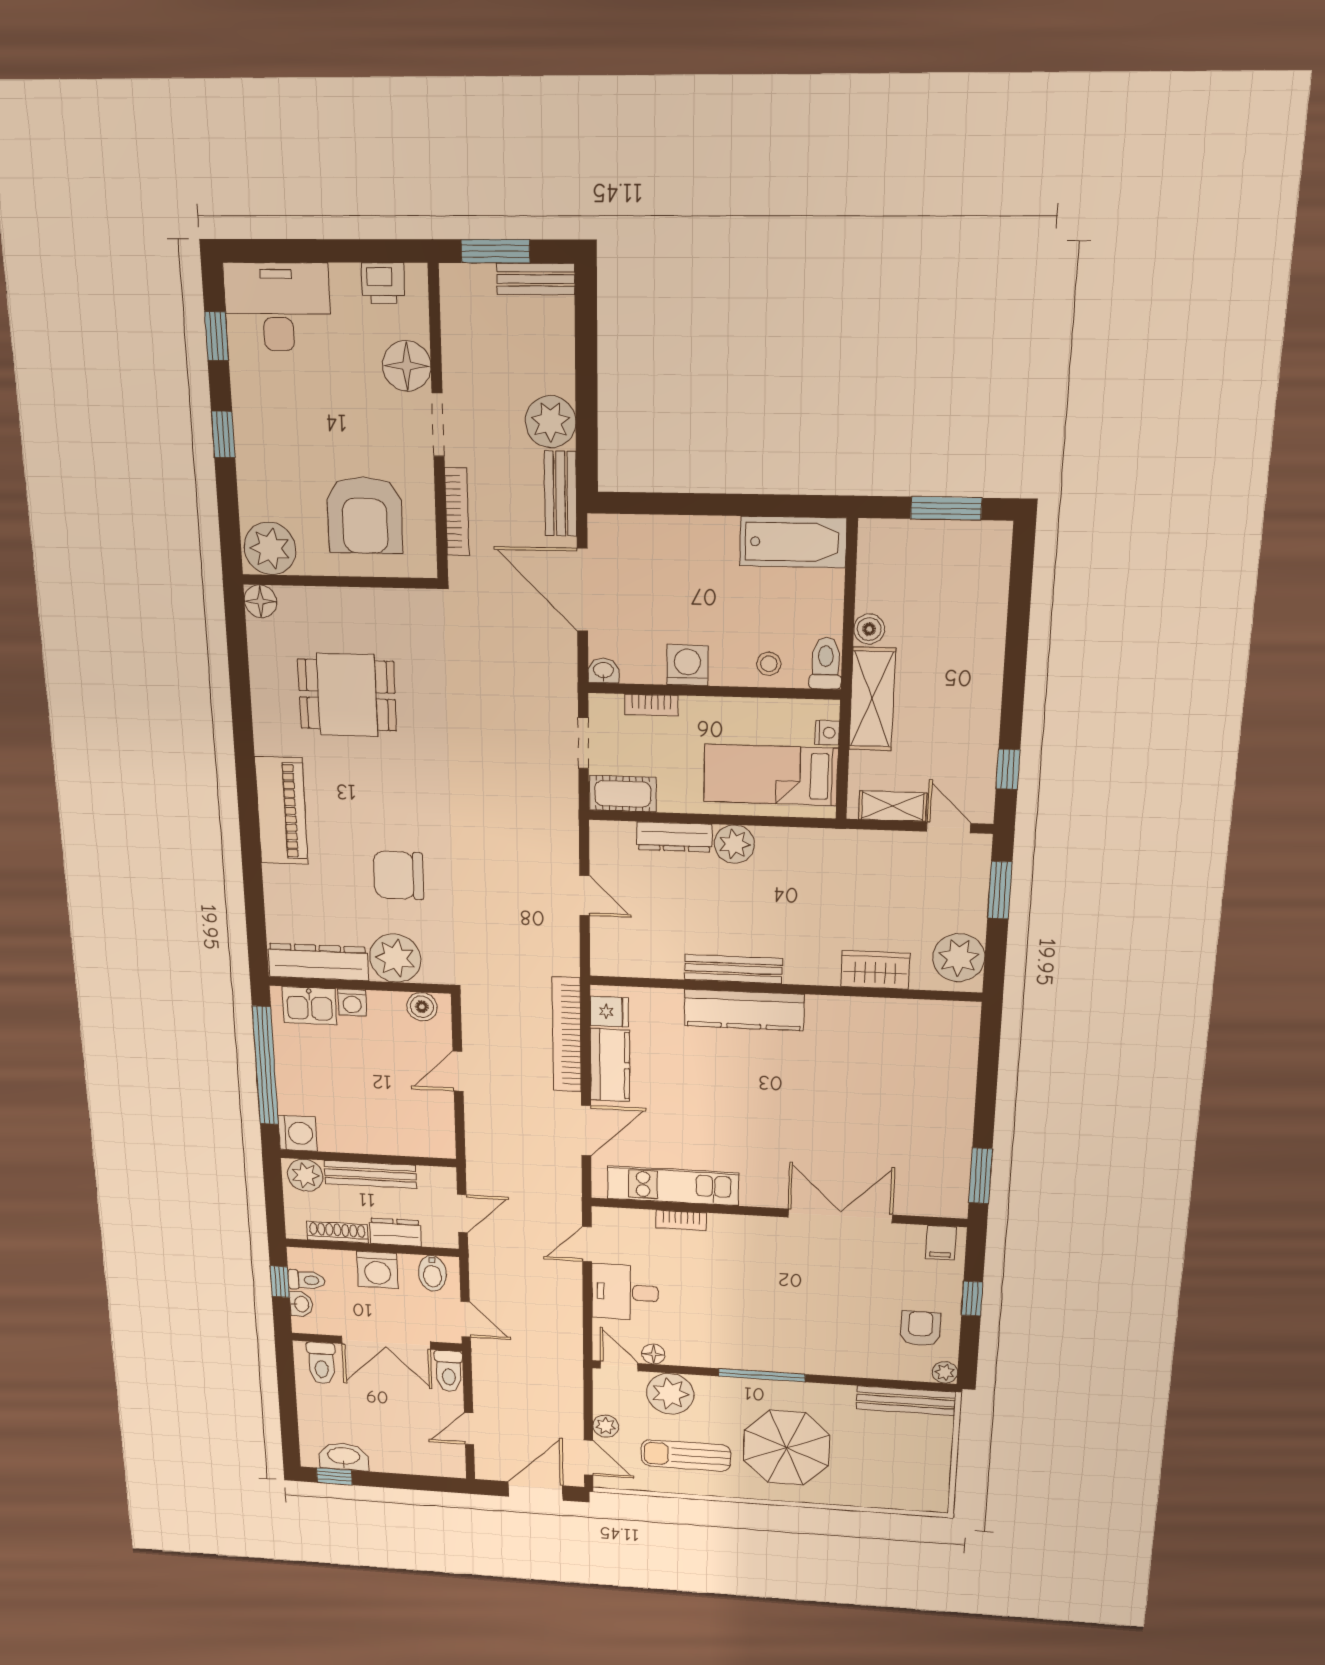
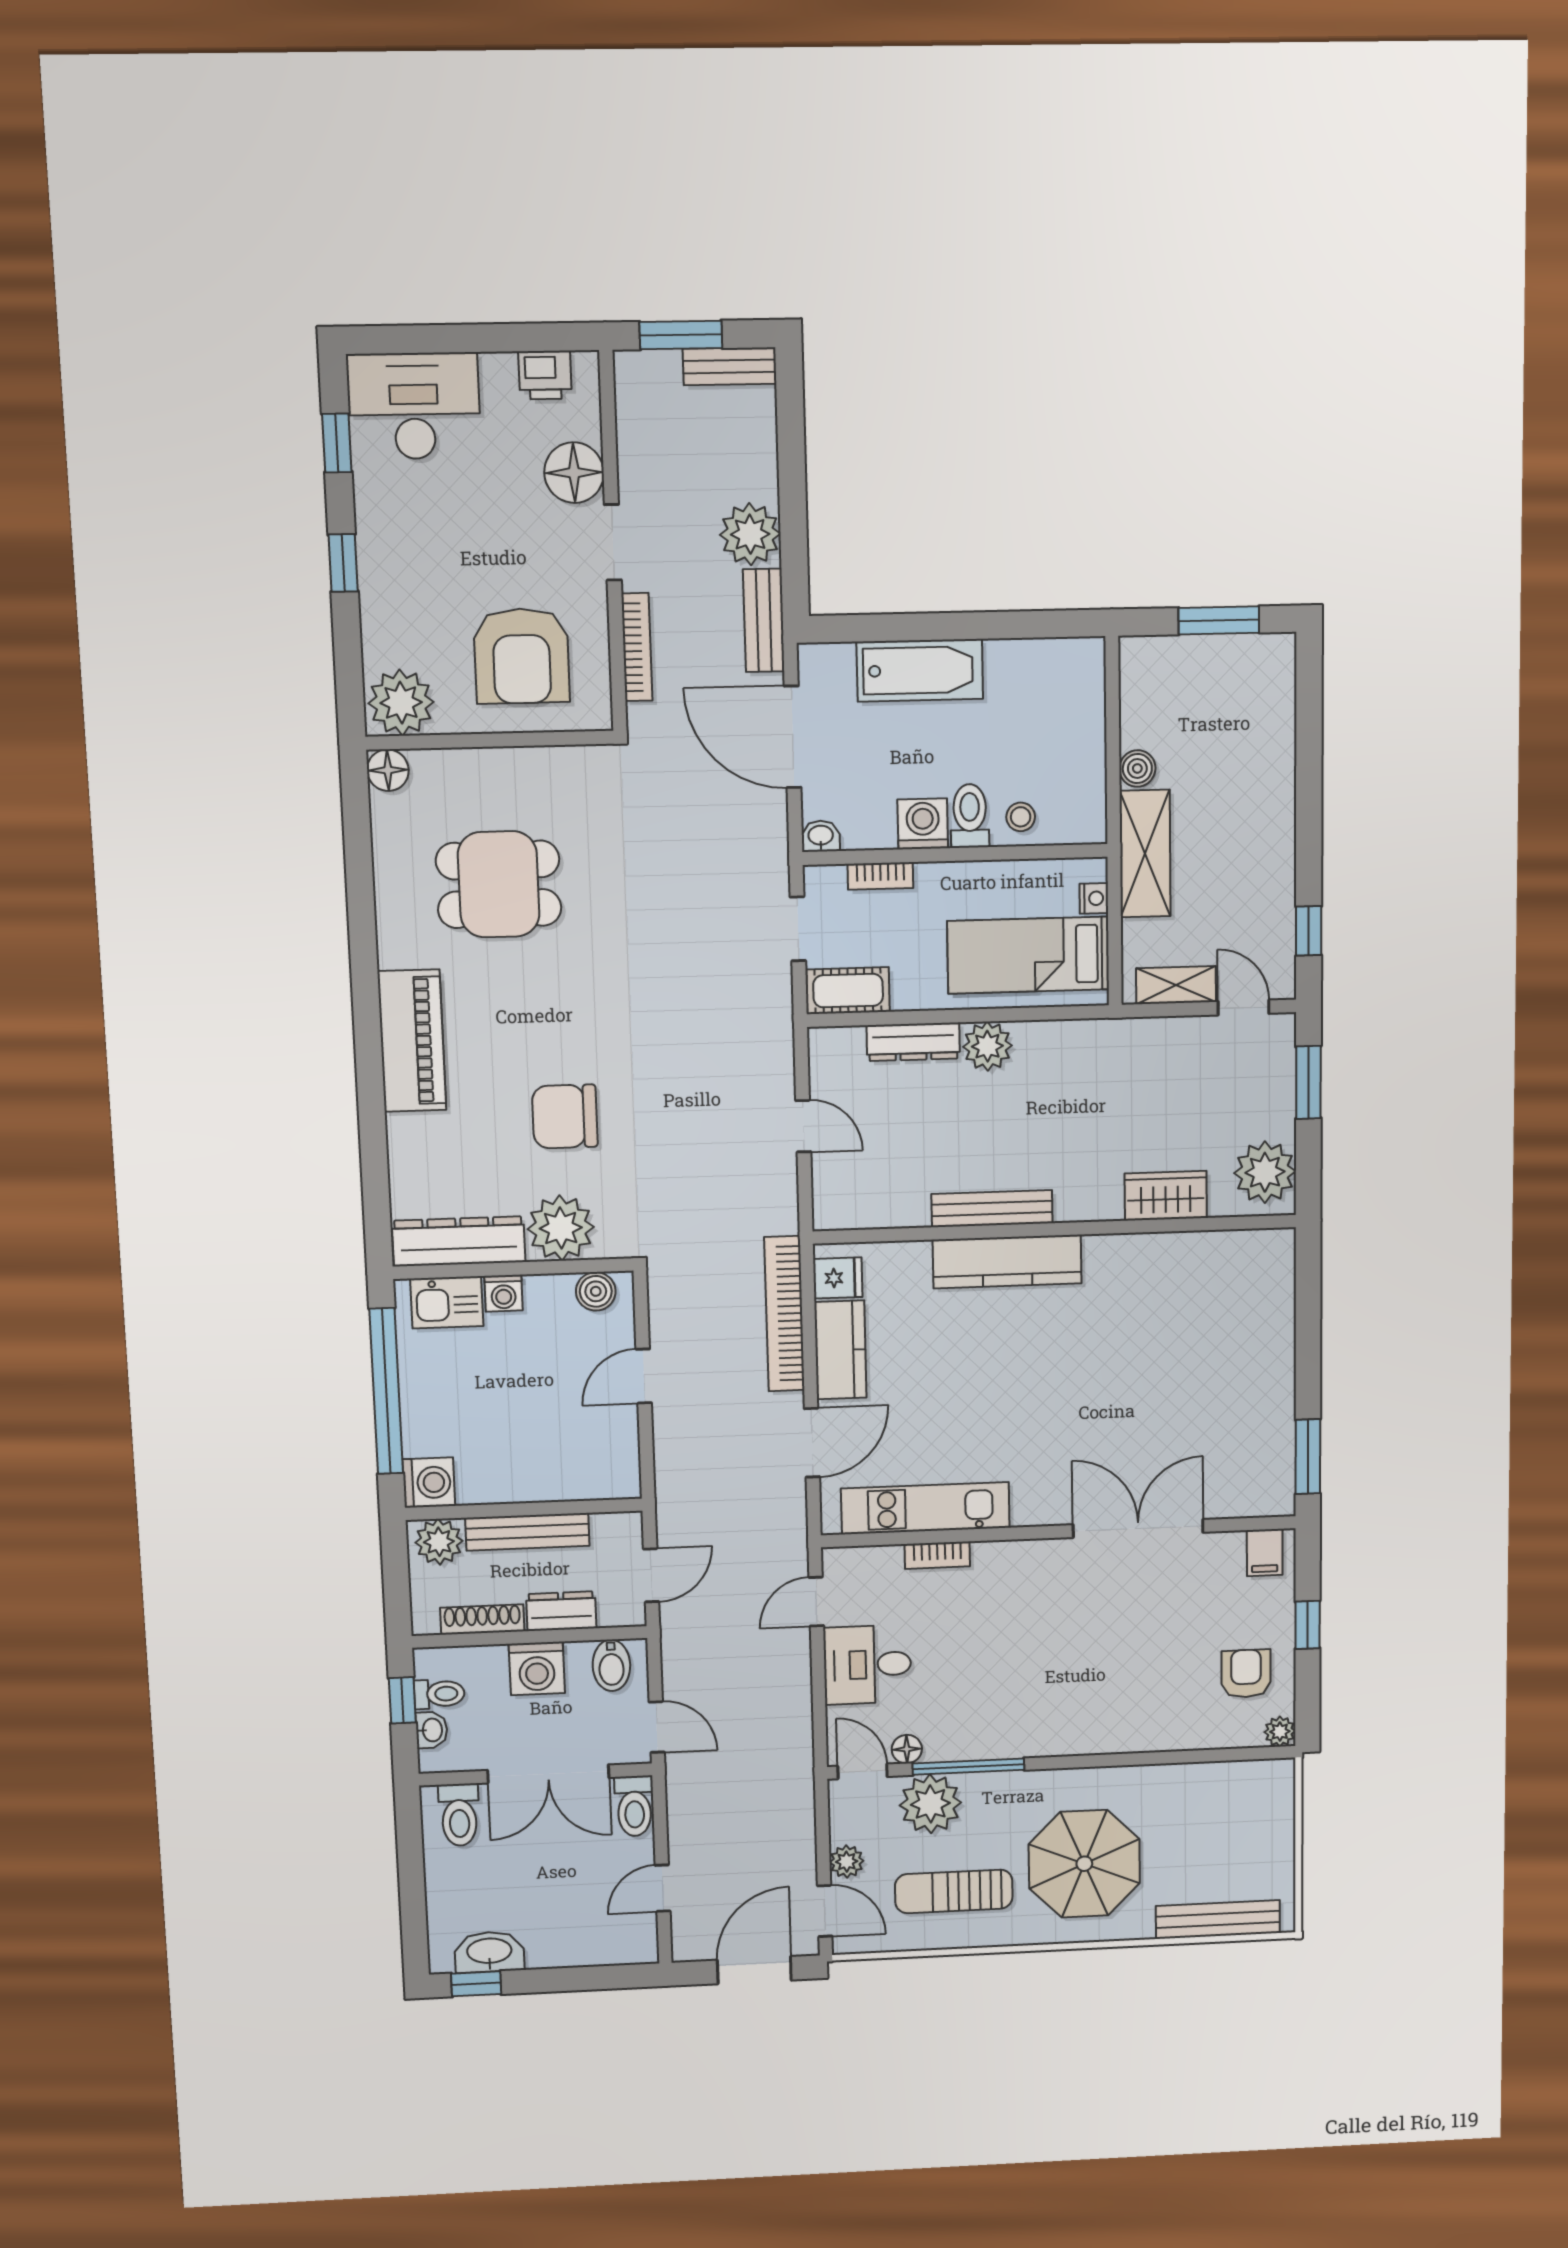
bathtub: (793, 542) -> (920, 670), moved
toilet: (826, 663) -> (970, 816), moved
window: (762, 1375) -> (968, 1767), moved
bench: (906, 1401) -> (1218, 1919), moved

